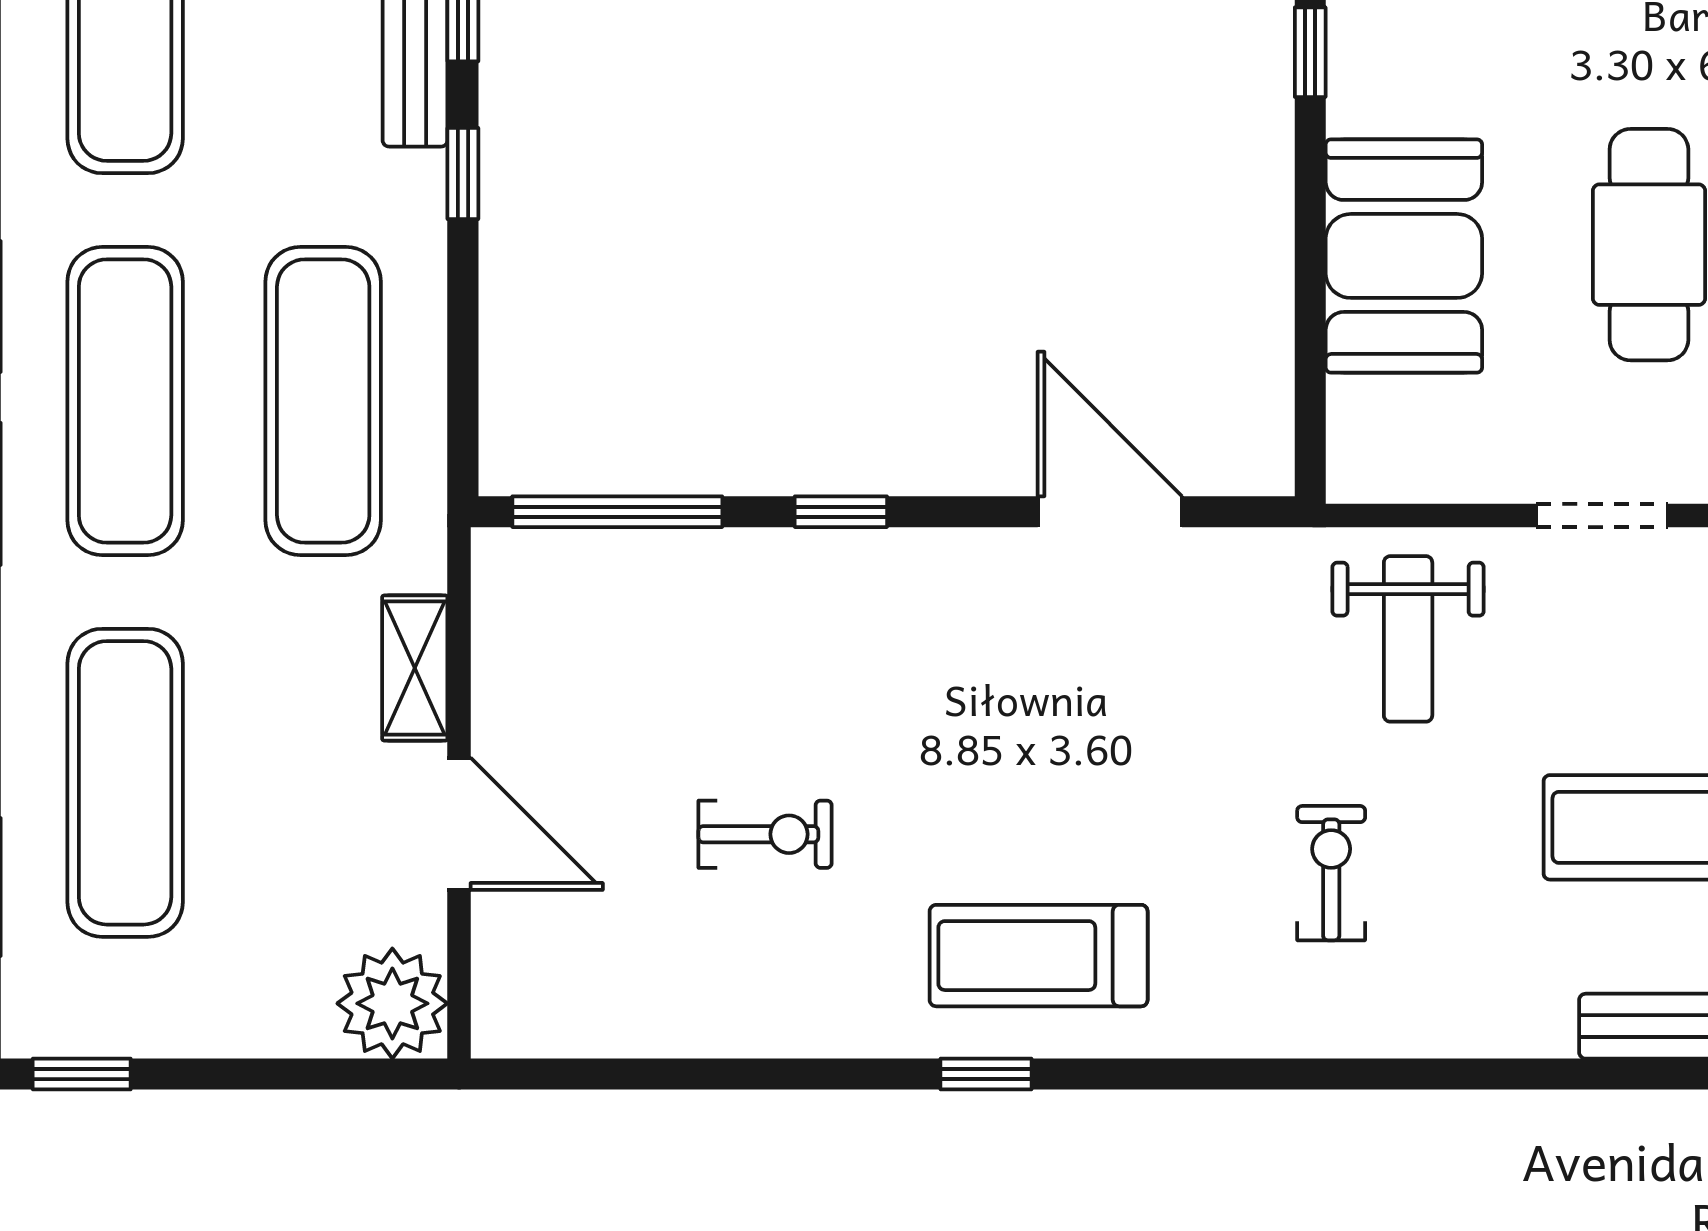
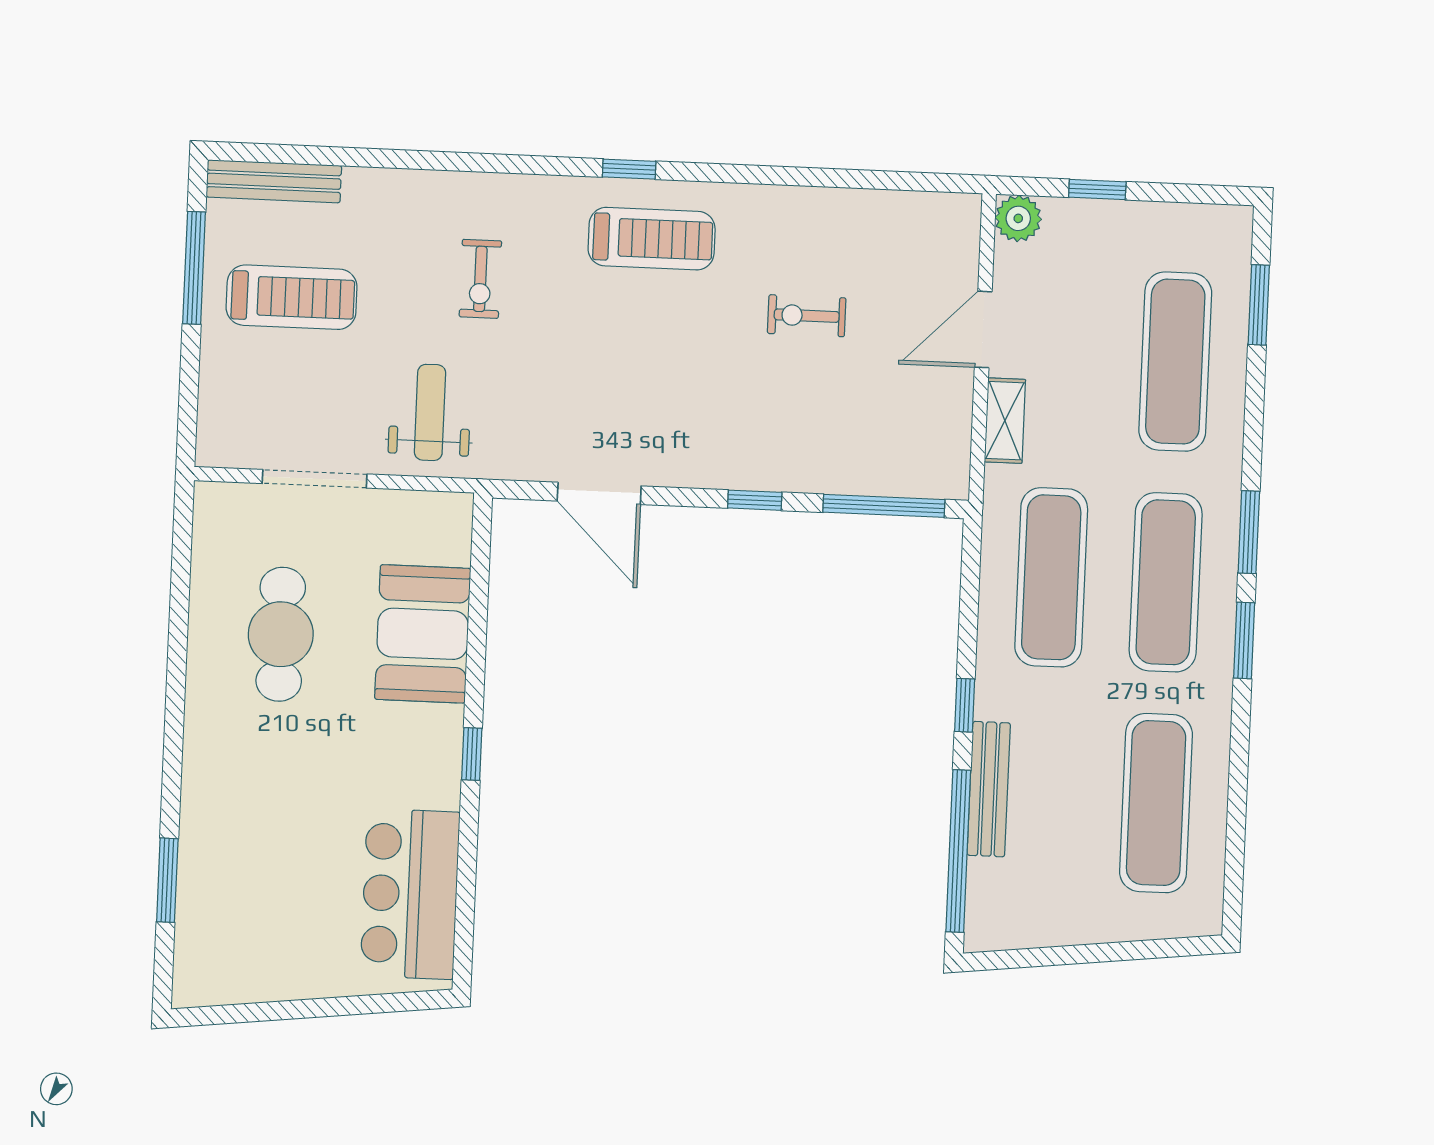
doorway: (1602, 516) -> (315, 479), width x1.38
door: (459, 824) -> (983, 329), hinge flipped
plant: (392, 1003) -> (1018, 218), width x0.73, depth x0.73
window: (82, 1074) -> (1097, 190), moved
window: (986, 1074) -> (629, 169), moved

